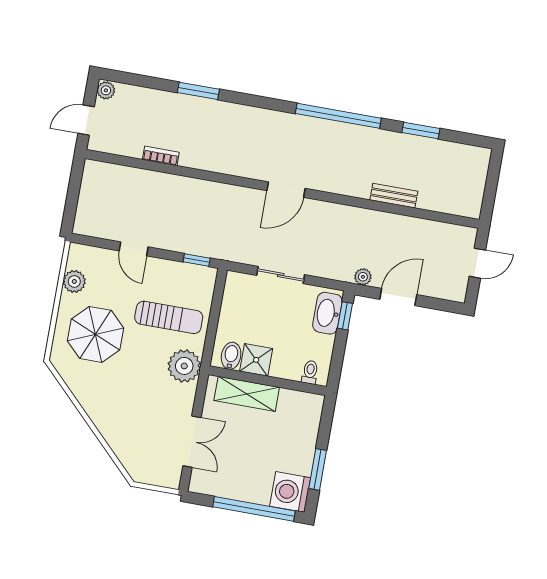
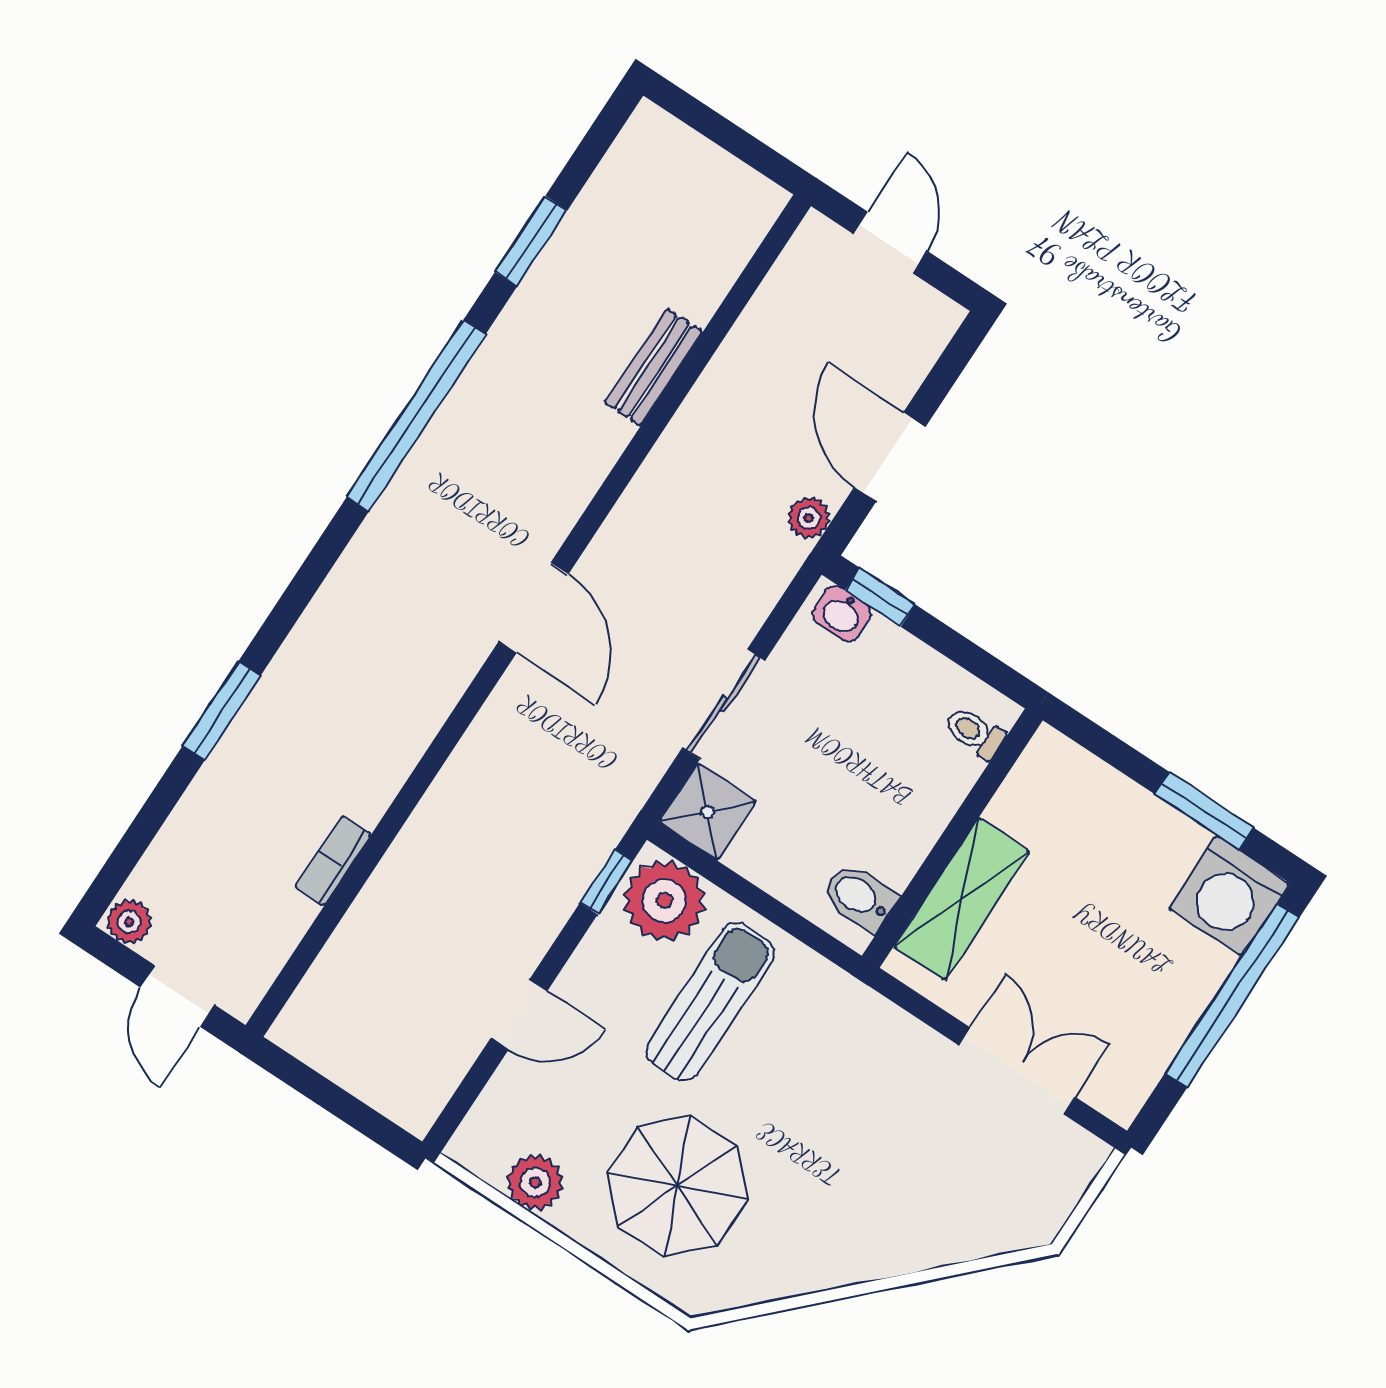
washbasin: (327, 313) -> (842, 613), width x0.52, depth x0.69
shower: (256, 360) -> (708, 812), moved
plant: (184, 366) -> (664, 901), moved

